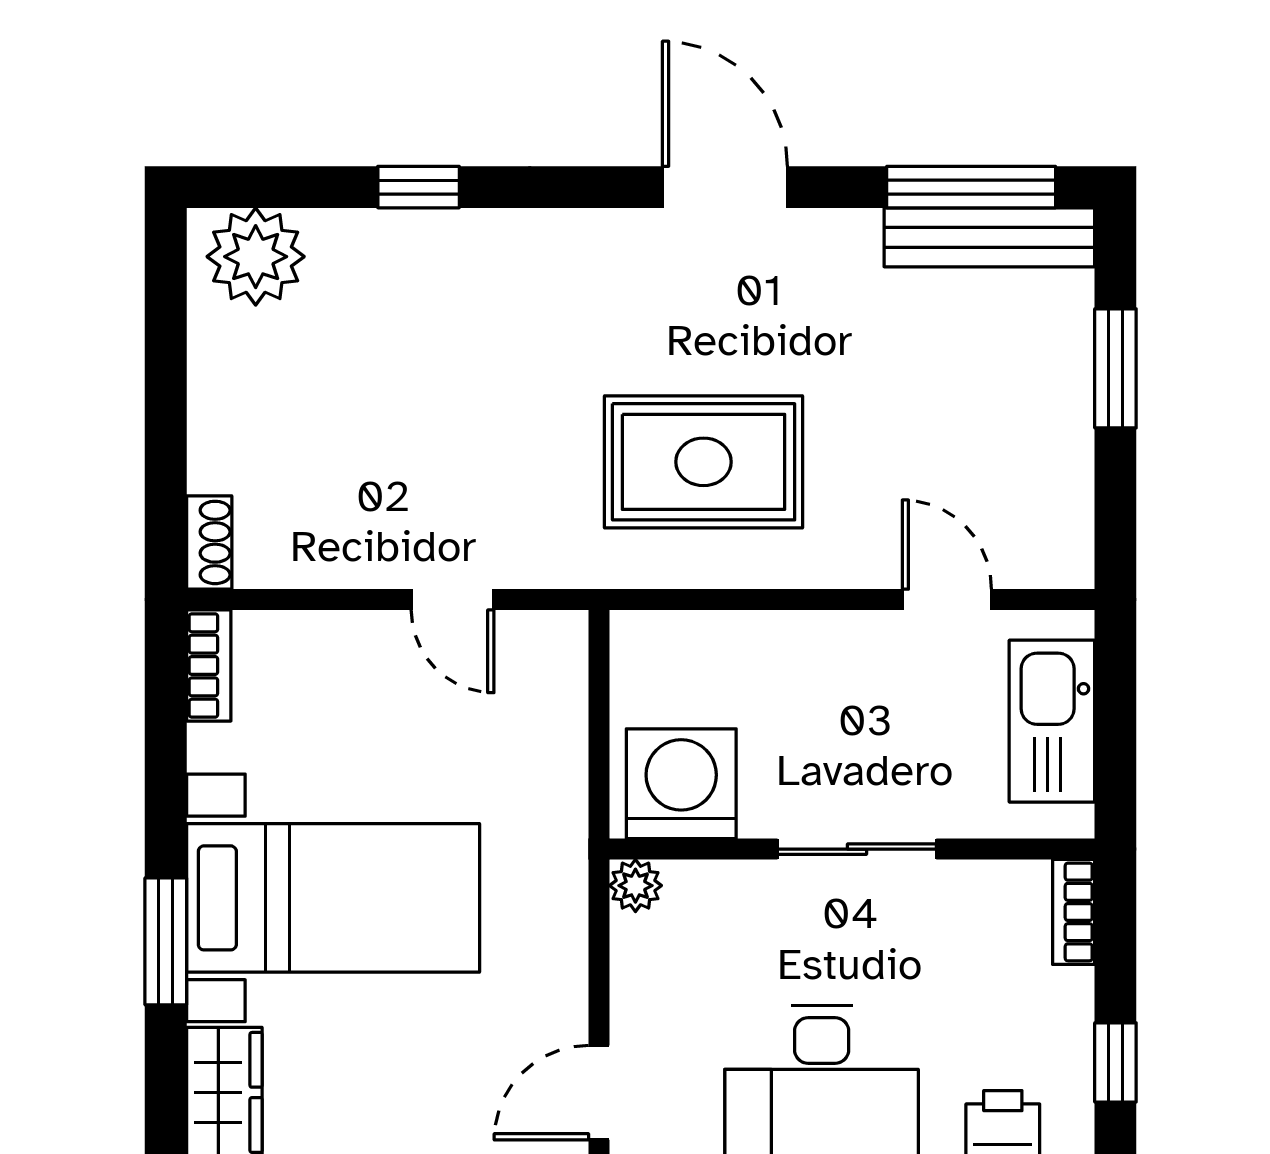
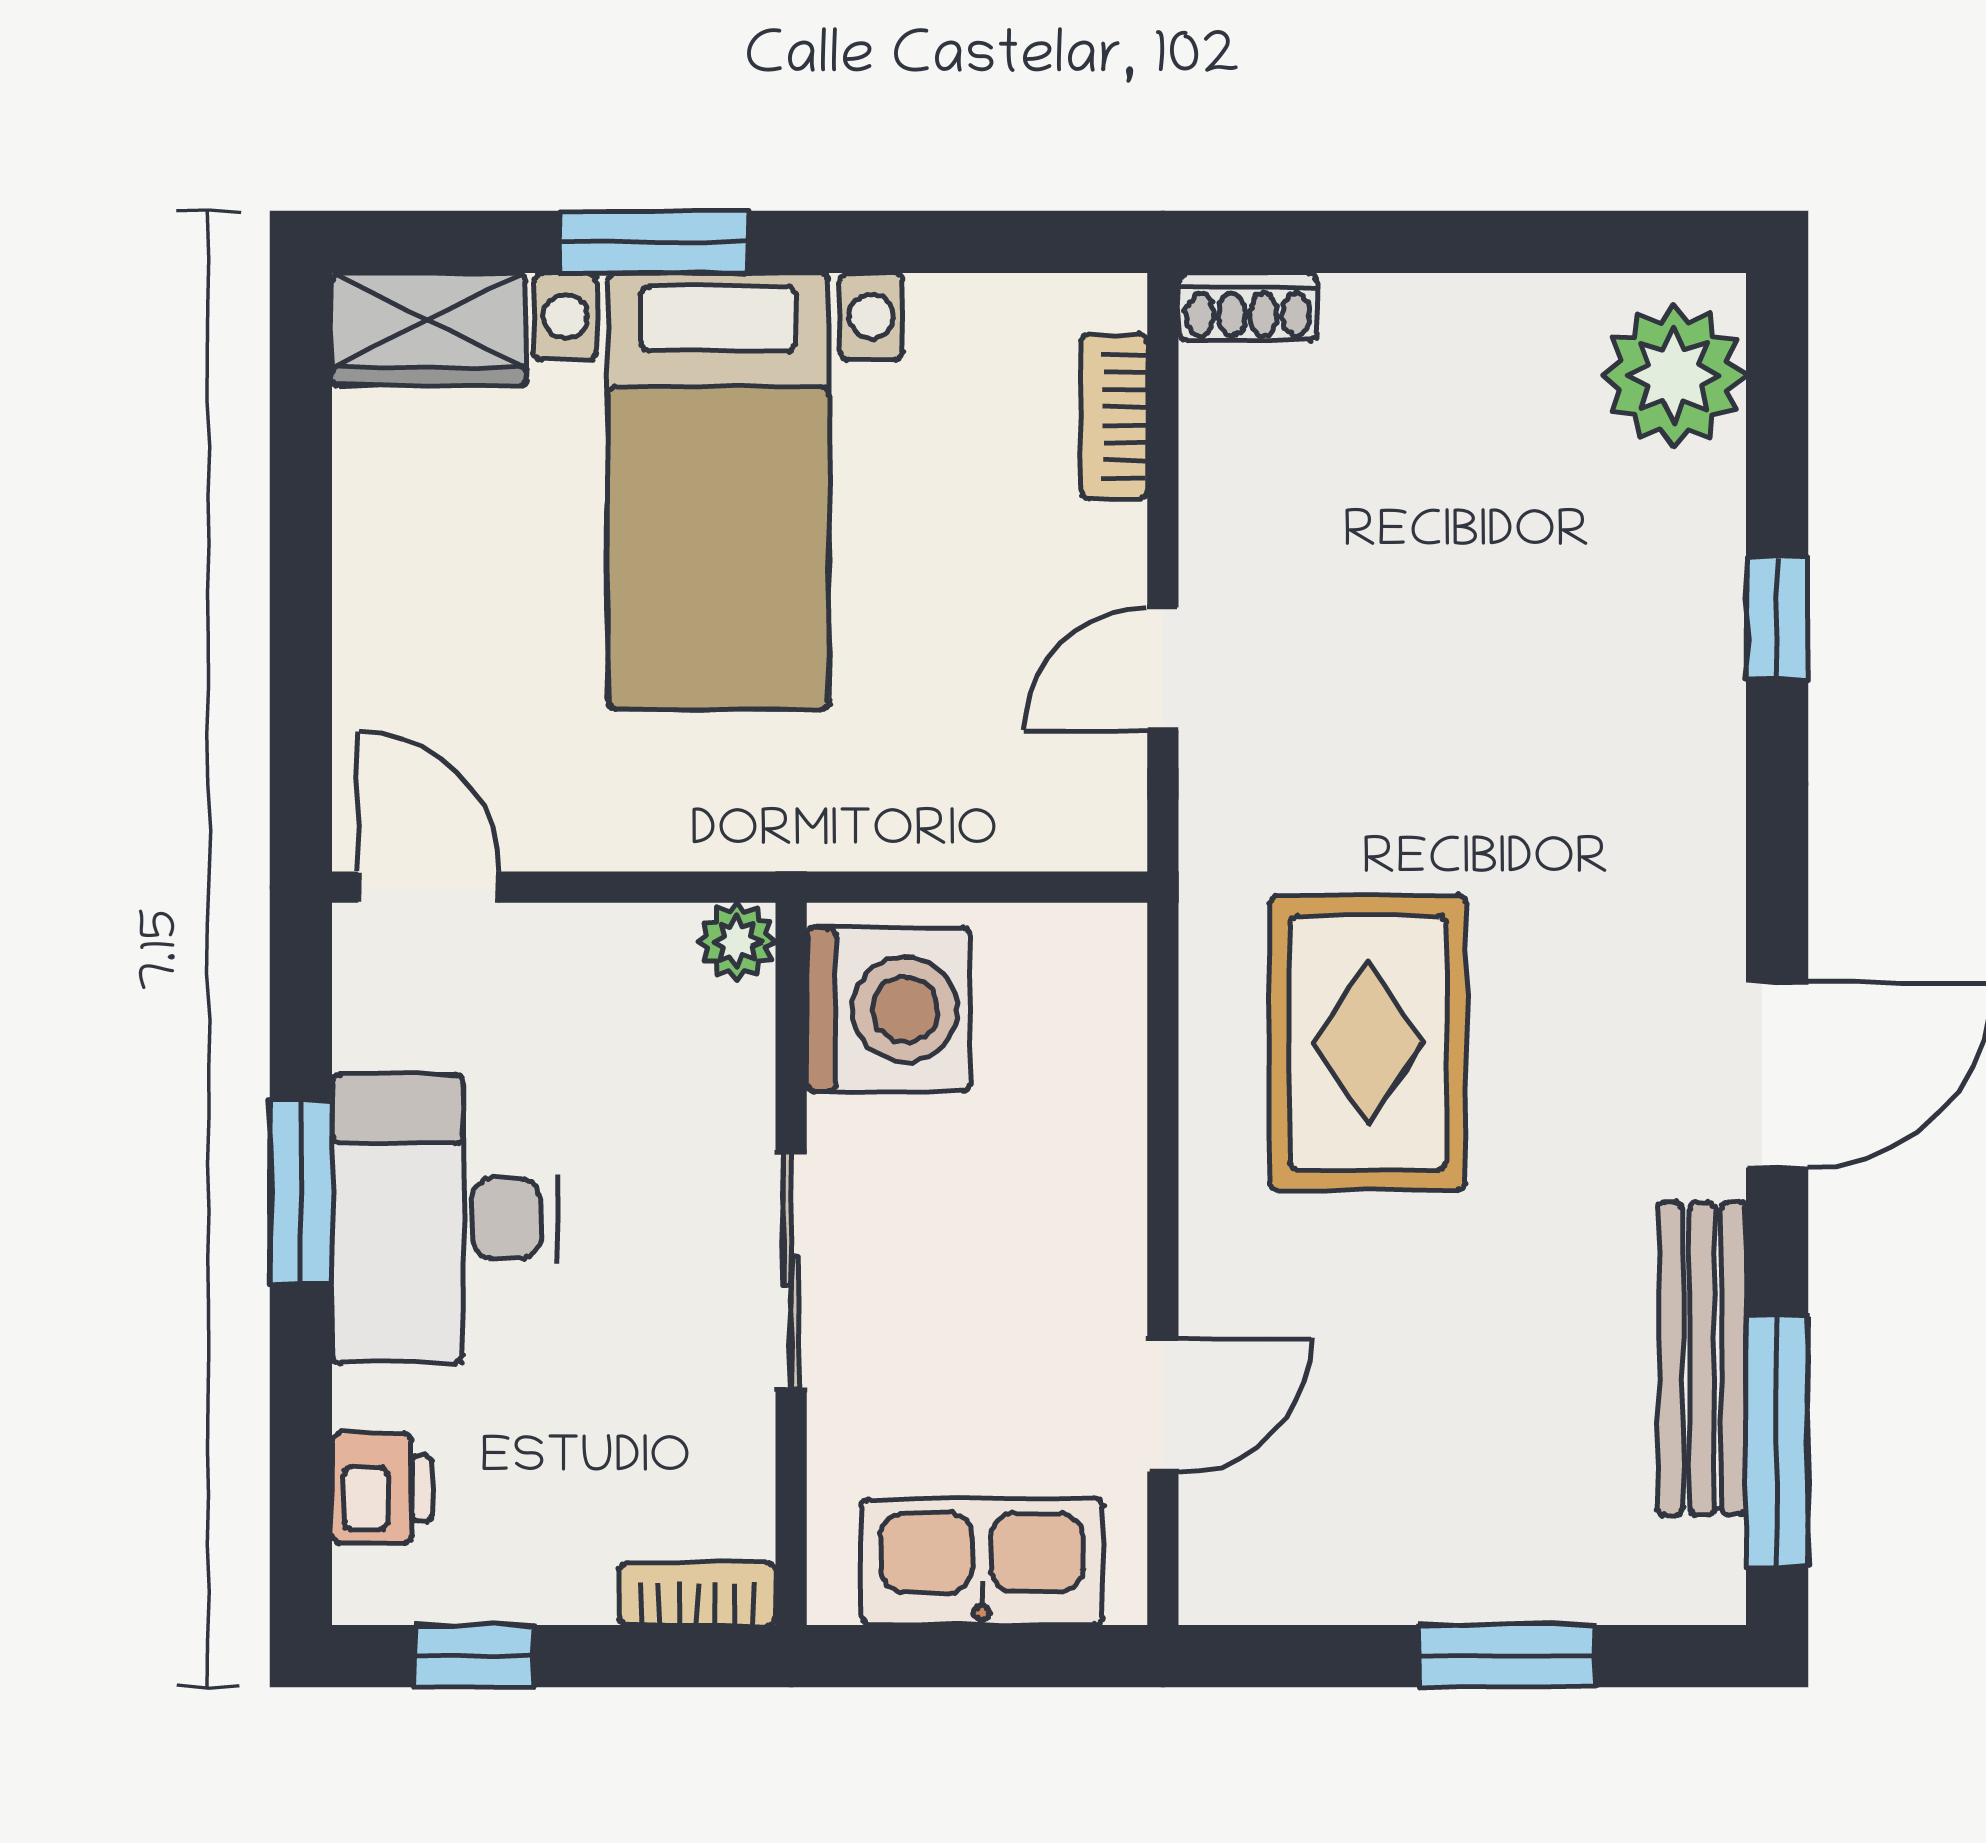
bench: (989, 237) -> (1702, 1358), moved
bookcase: (209, 665) -> (1114, 416), moved, turned 90

